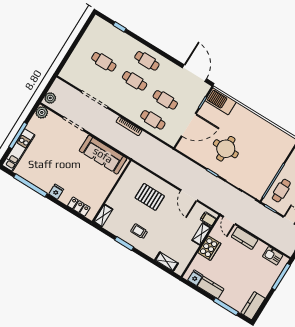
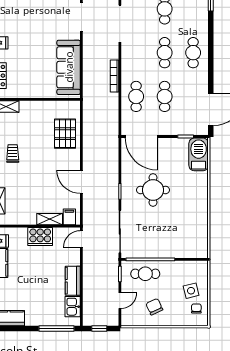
door: (189, 125) -> (141, 137), moved
door: (189, 195) -> (81, 182), hinge flipped
pallet: (150, 197) -> (65, 134), moved
kitchen counter: (245, 238) -> (73, 281), moved

